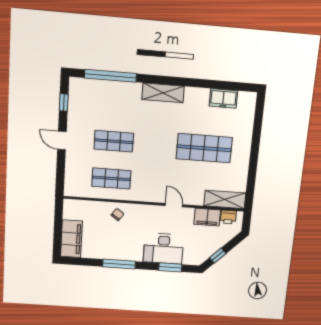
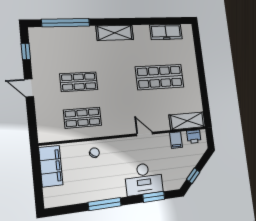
freezer: (223, 98) -> (166, 32), width x1.40
filing cabinet: (207, 217) -> (176, 140), width x0.50
filing cabinet: (71, 239) -> (51, 166), moved

